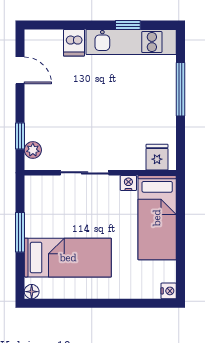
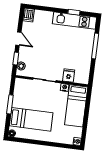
dishwasher: (74, 43) -> (29, 15), moved
door: (20, 70) -> (18, 39), moved
fridge: (157, 157) -> (69, 76), moved

